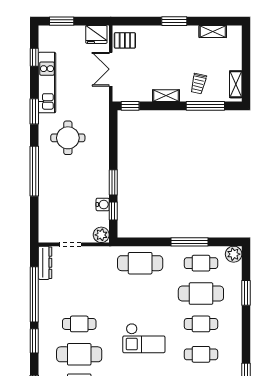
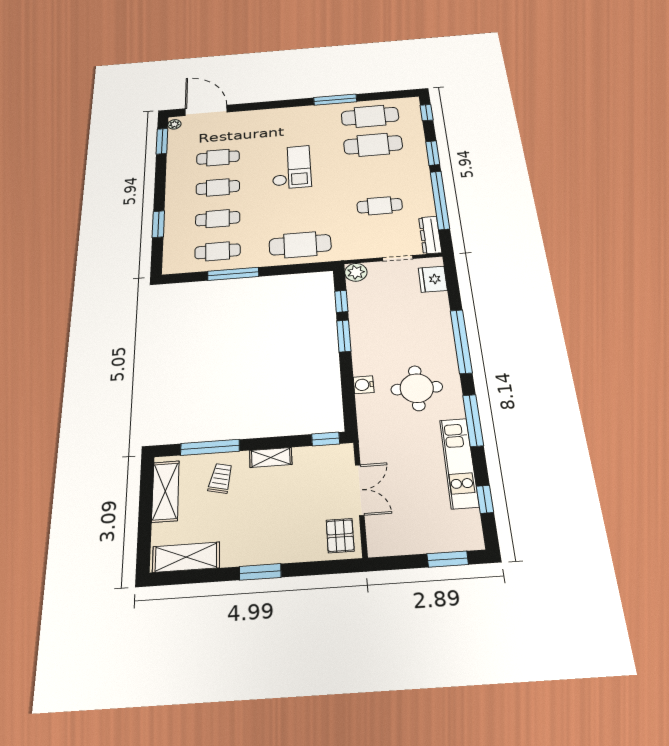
shelving: (213, 32) -> (186, 557), width x1.50, depth x1.33
fridge: (96, 34) -> (433, 279), moved, turned -90
pallet: (125, 40) -> (340, 536), turned 90
shelving: (236, 84) -> (165, 491), width x1.50, depth x1.33
window: (34, 111) -> (473, 420), width x1.44
water cooler: (103, 204) -> (364, 385), moved
plant: (234, 254) -> (173, 265), removed
cafe table: (201, 294) -> (218, 219), width x0.73, depth x0.74
cafe table: (79, 324) -> (380, 206), moved
checkout: (144, 338) -> (291, 167), turned 90

